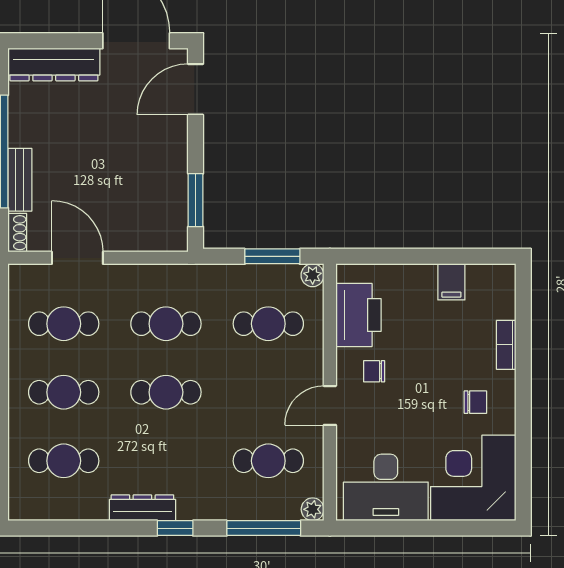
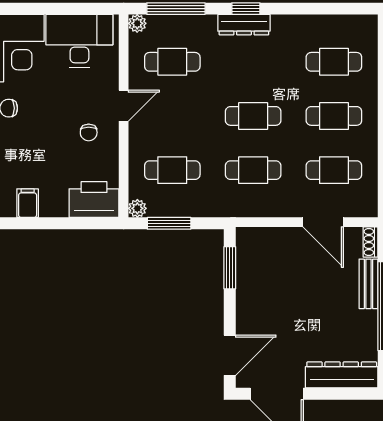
printer: (358, 315) -> (94, 200), moved, turned 90
chair: (374, 371) -> (89, 132), turned 90
dresser: (142, 508) -> (244, 25), moved

